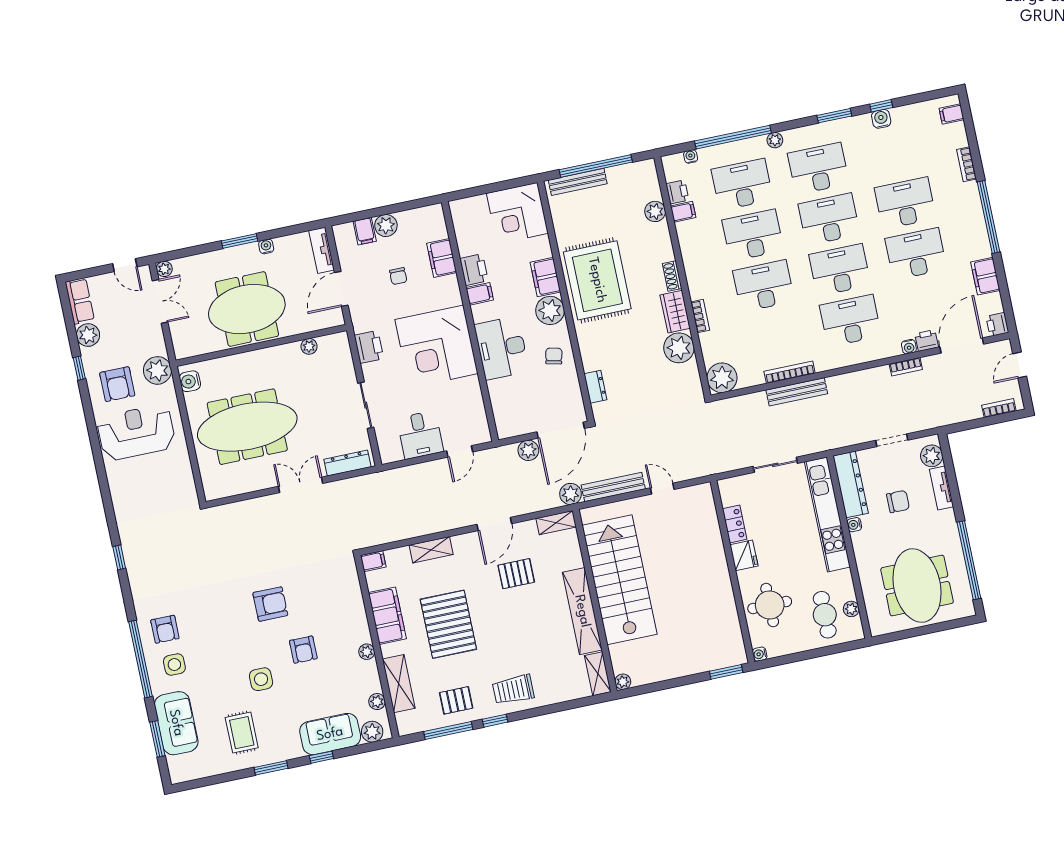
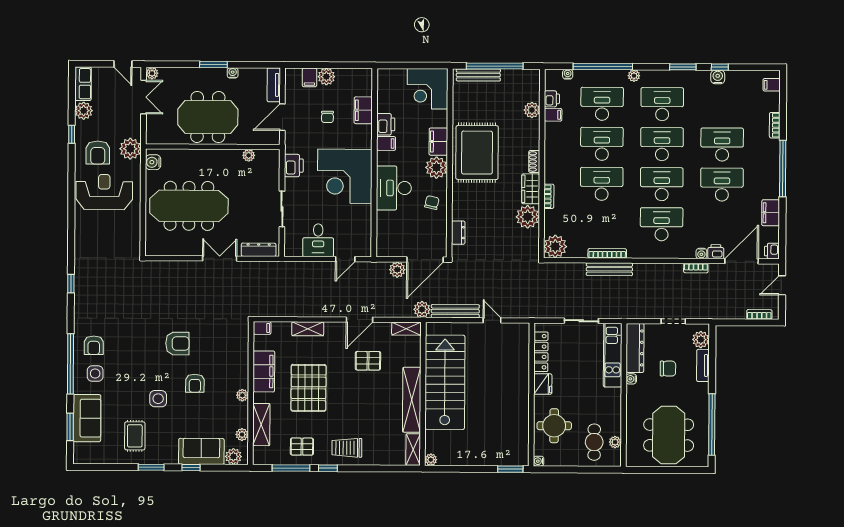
kitchen unit: (827, 514) -> (613, 355), width x0.73
locker: (735, 524) -> (541, 352), width x1.53

